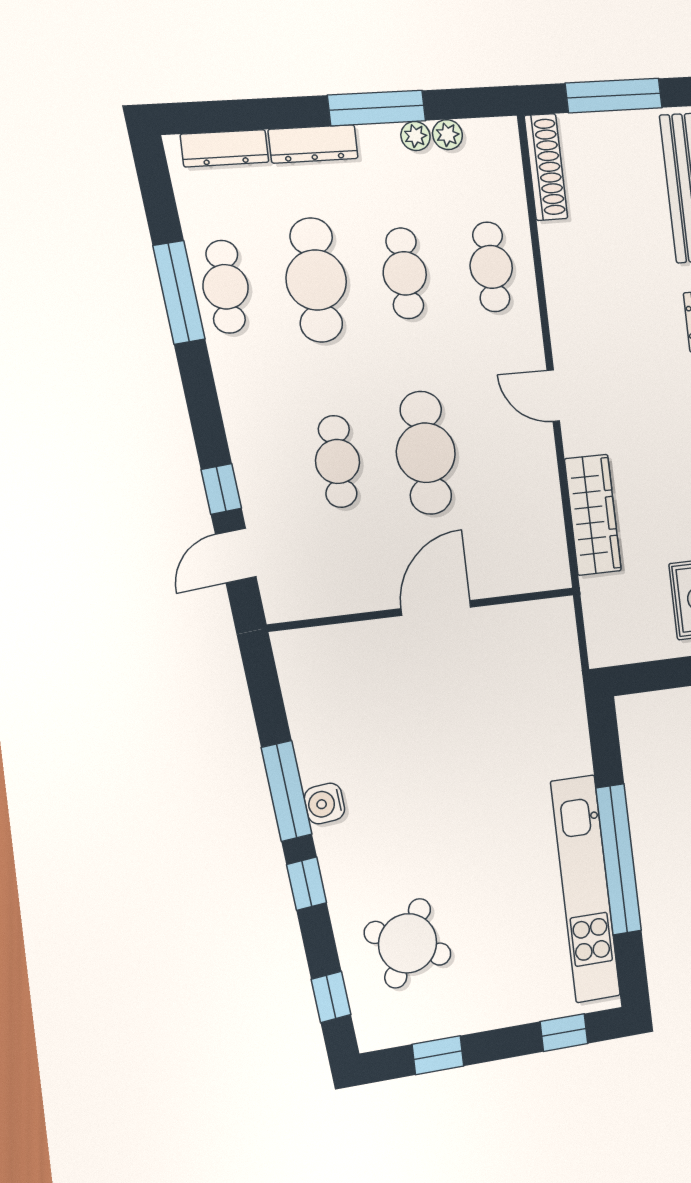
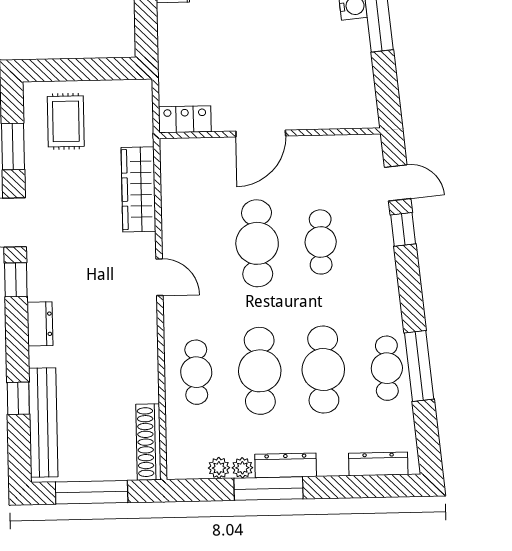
dresser: (313, 144) -> (286, 465), moved
cafe table: (405, 273) -> (260, 371), width x1.37, depth x1.35
door: (236, 556) -> (398, 183), hinge flipped
locker: (541, 618) -> (185, 119), added

